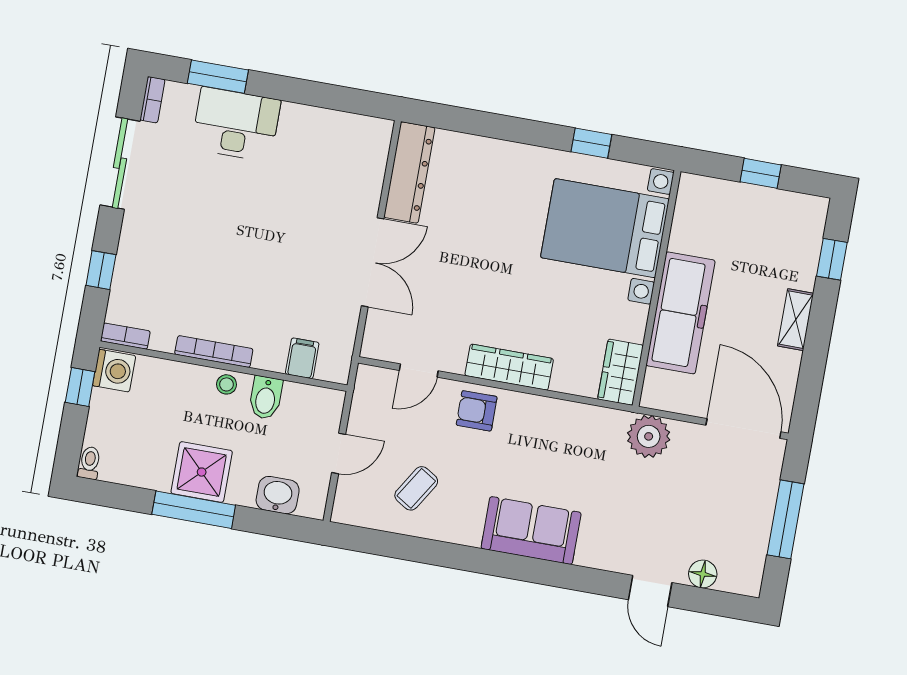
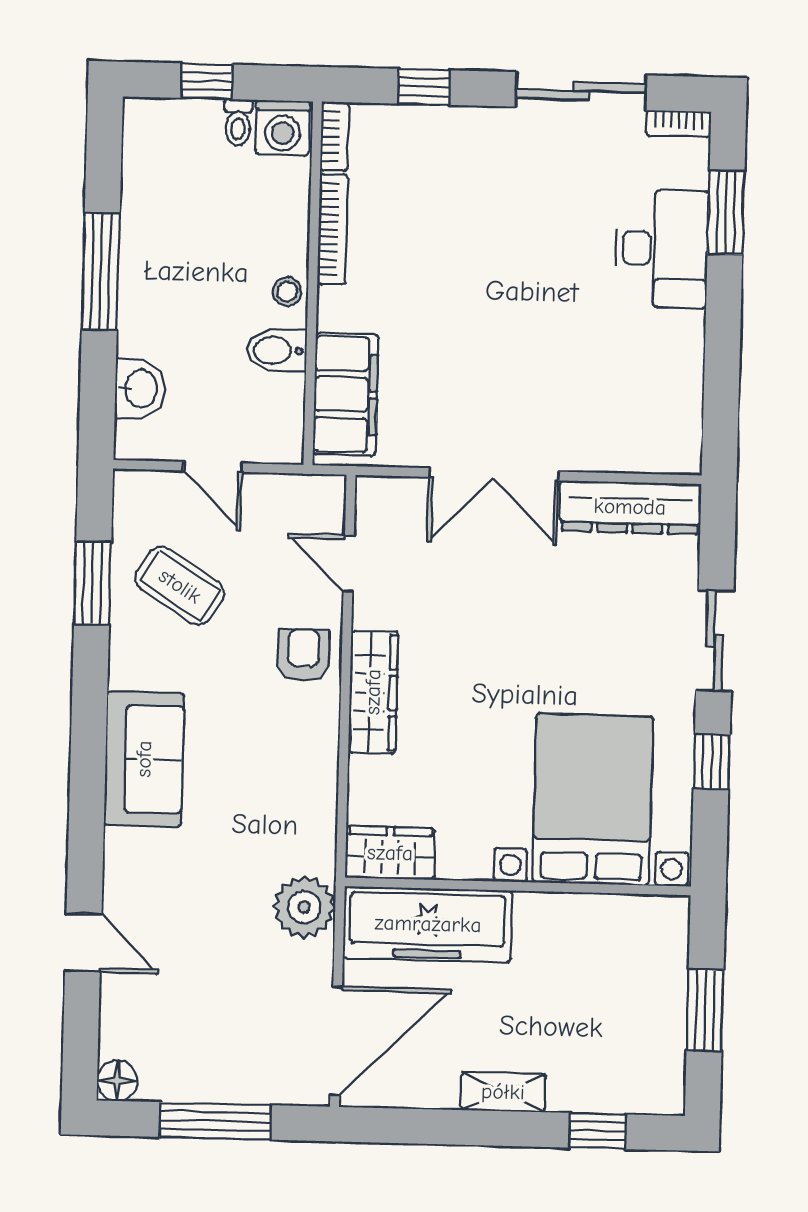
sliding door: (509, 128) -> (715, 641), added
window: (761, 173) -> (705, 1010), width x1.50
freezer: (681, 313) -> (428, 924), moved
bookcase: (214, 352) -> (333, 229), moved
filing cabinet: (302, 358) -> (346, 394), width x3.00, depth x1.17
window: (80, 387) -> (207, 81), moved
toilet: (90, 463) -> (238, 122), moved, turned 90
shower: (202, 472) -> (156, 275), removed
coffee table: (416, 488) -> (180, 586), width x1.36, depth x1.30
window: (406, 547) -> (93, 583), added
floor lamp: (703, 574) -> (117, 1081), moved
door: (650, 591) -> (83, 943), swing flipped

